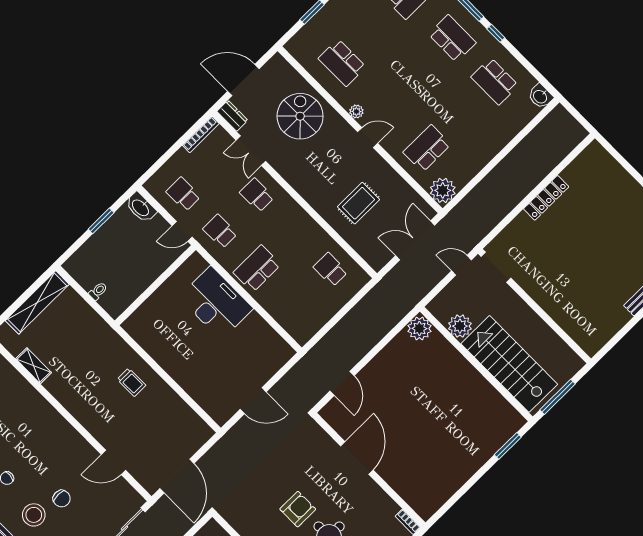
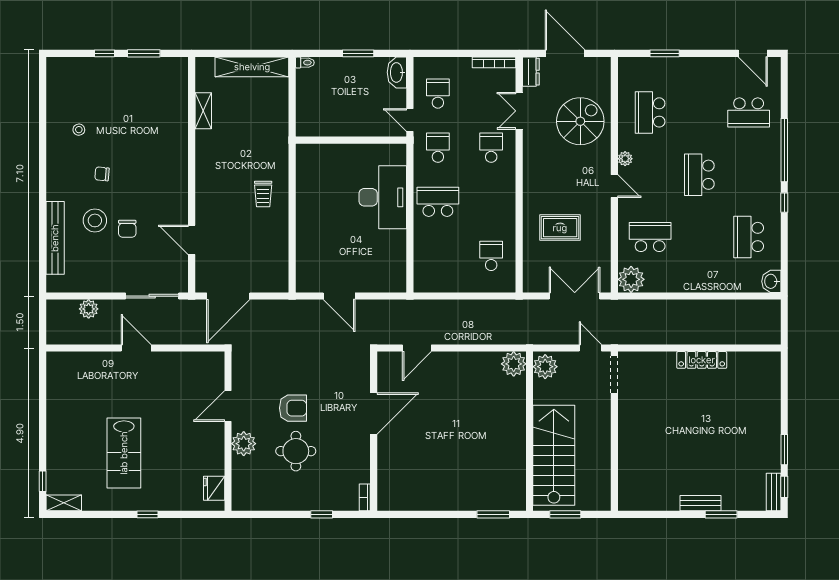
school desk: (452, 38) -> (699, 175), moved, turned 180
toilet: (98, 291) -> (305, 63), moved
plant: (460, 326) -> (545, 367), moved
window: (557, 397) -> (565, 514), width x0.69

